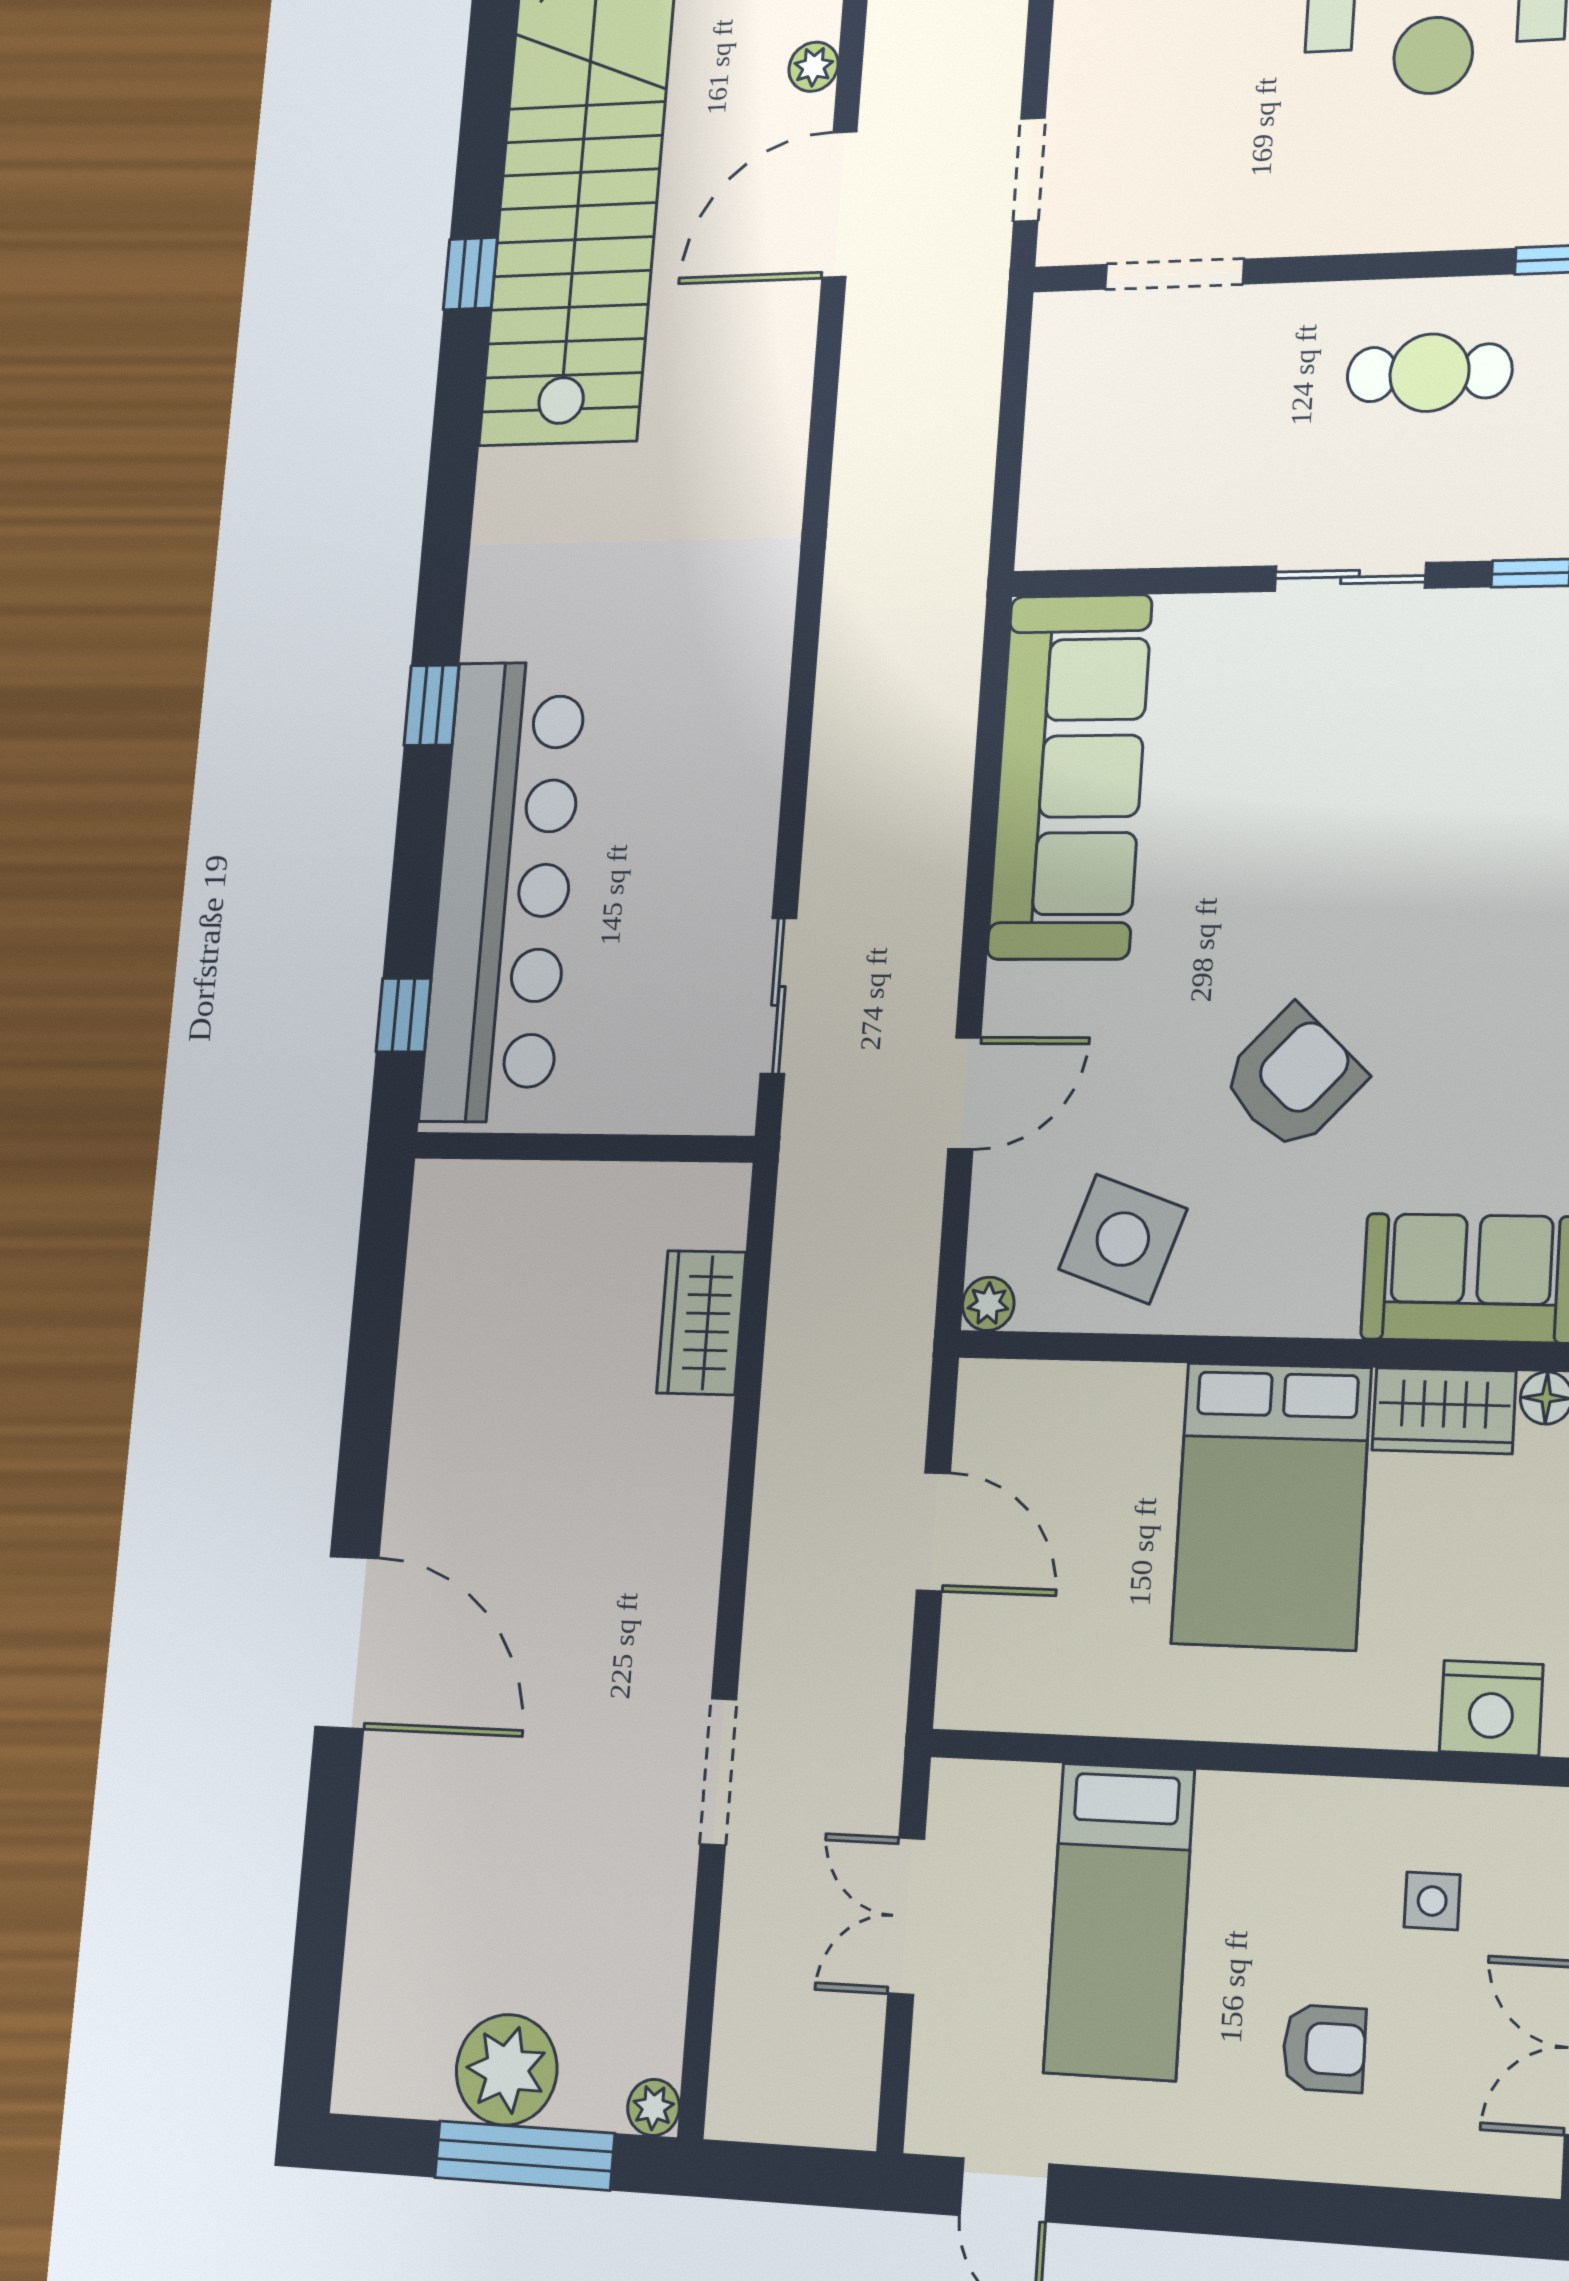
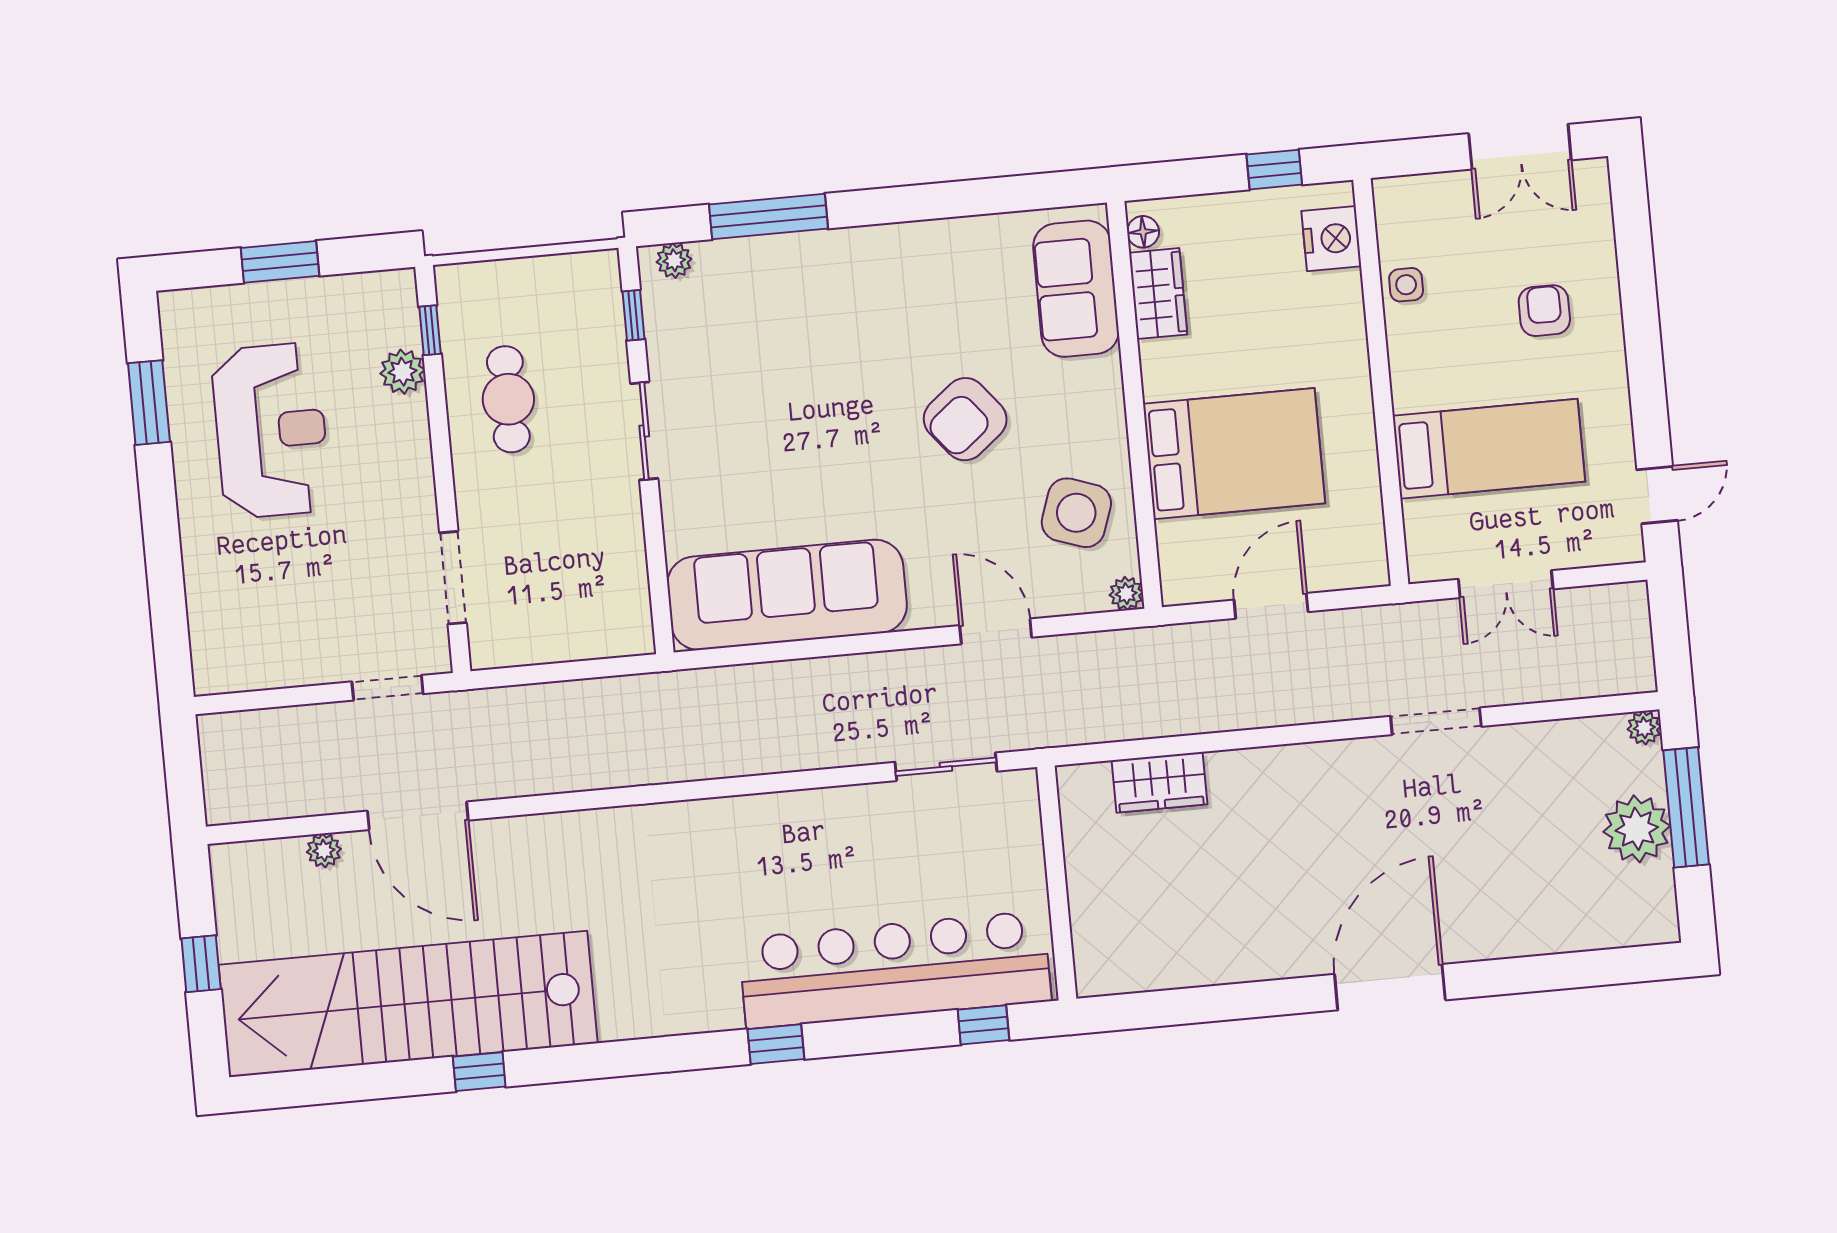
plant: (1495, 215) -> (403, 372), added
armchair: (1293, 1078) -> (965, 419), turned -82
bed: (1271, 1506) -> (1234, 454), moved
side table: (1432, 1901) -> (1406, 285), moved

